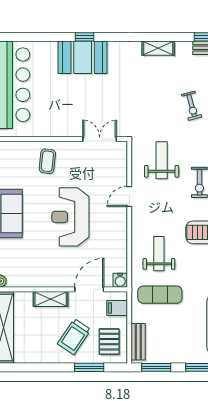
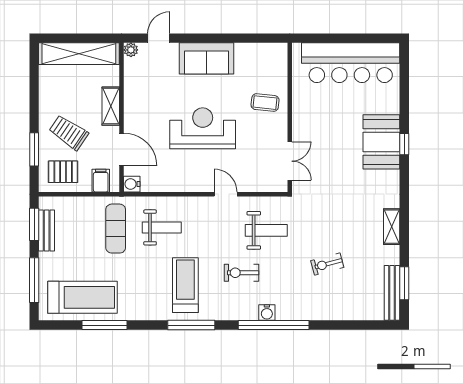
bench: (138, 342) -> (47, 230), moved, turned 90

